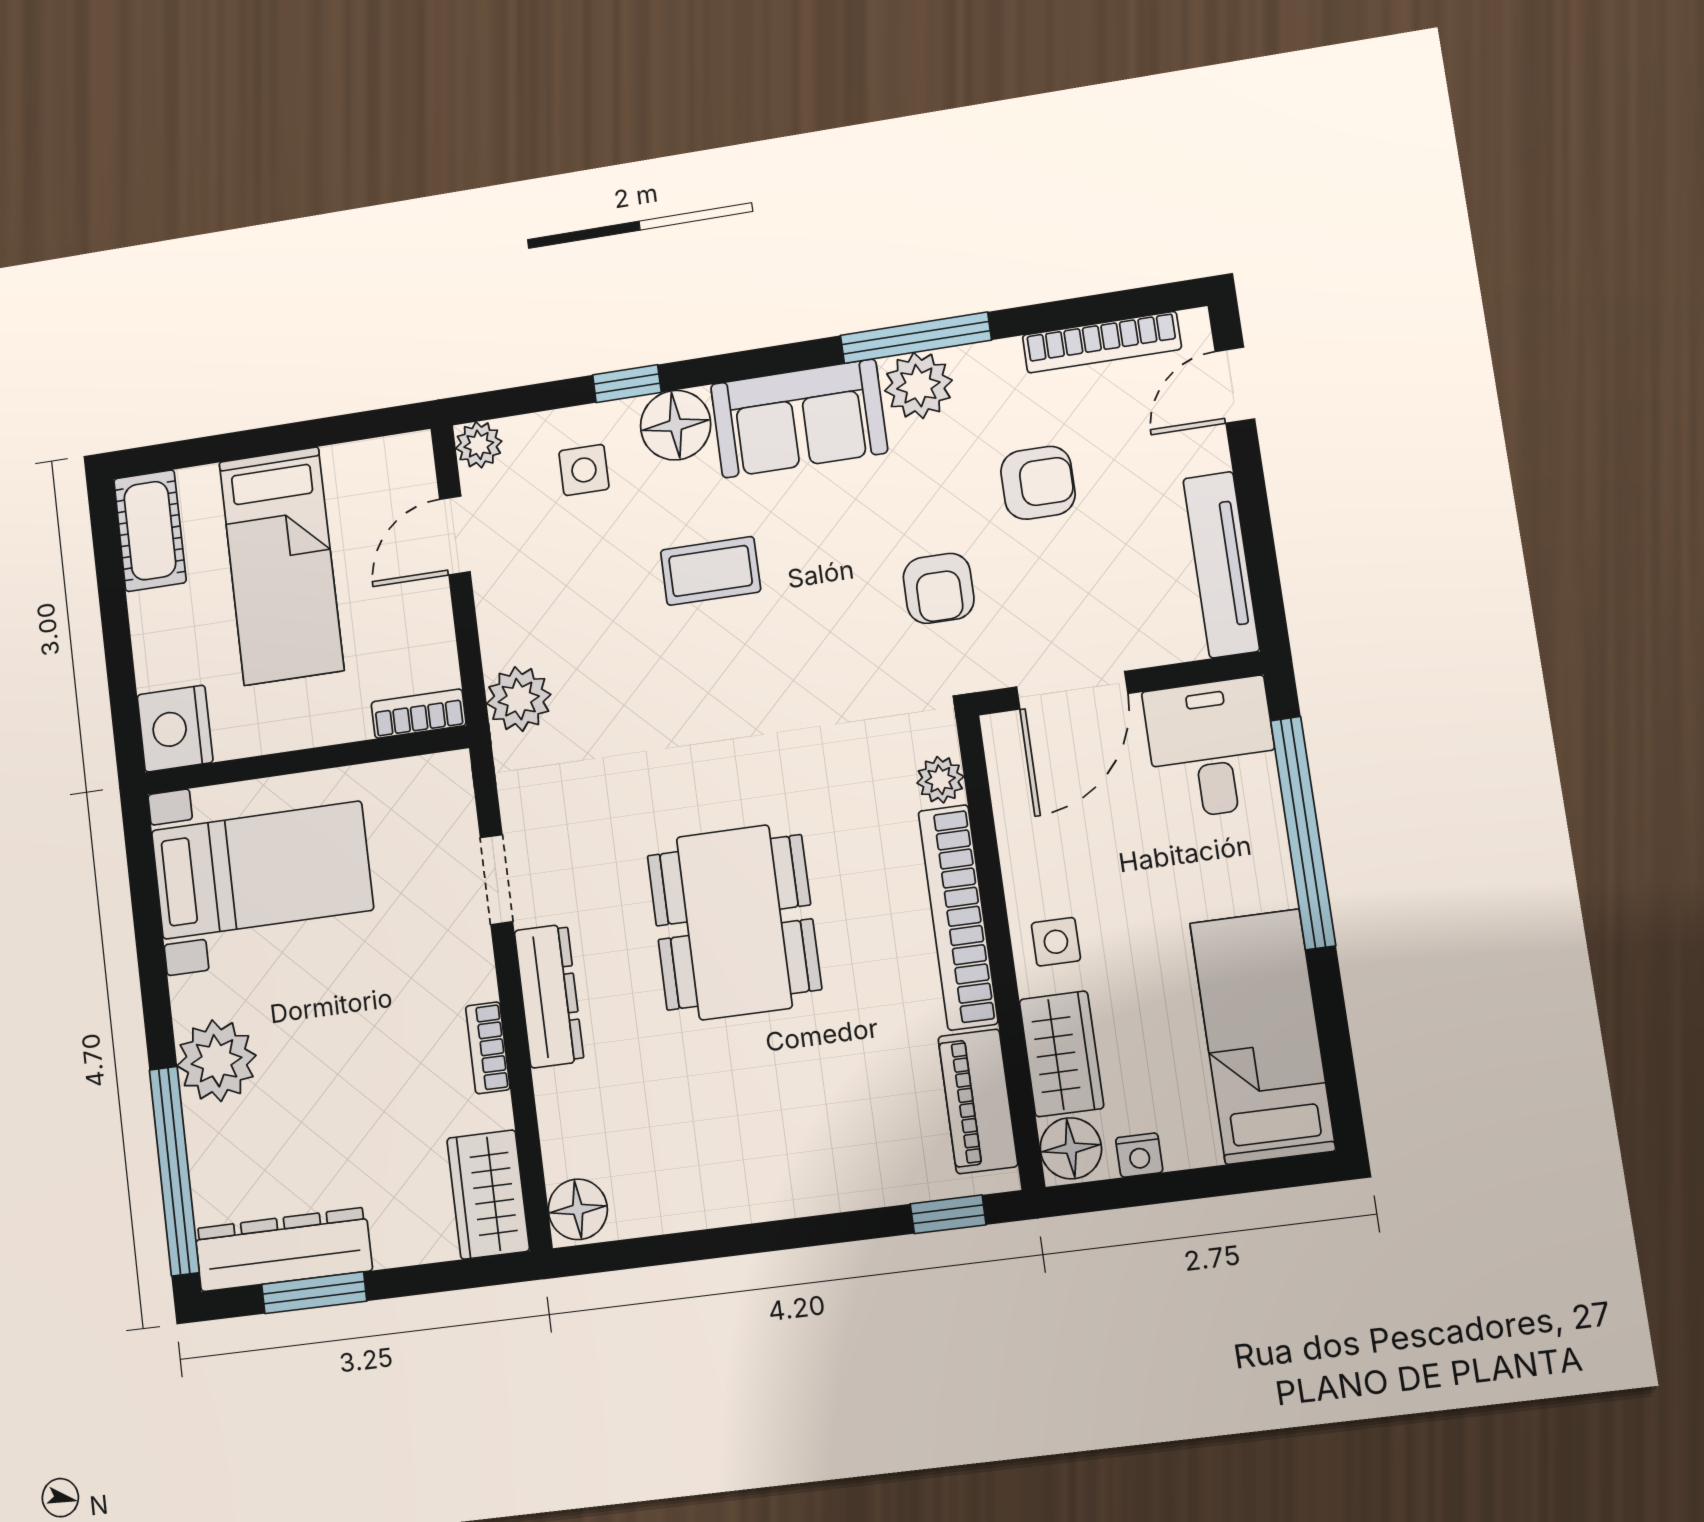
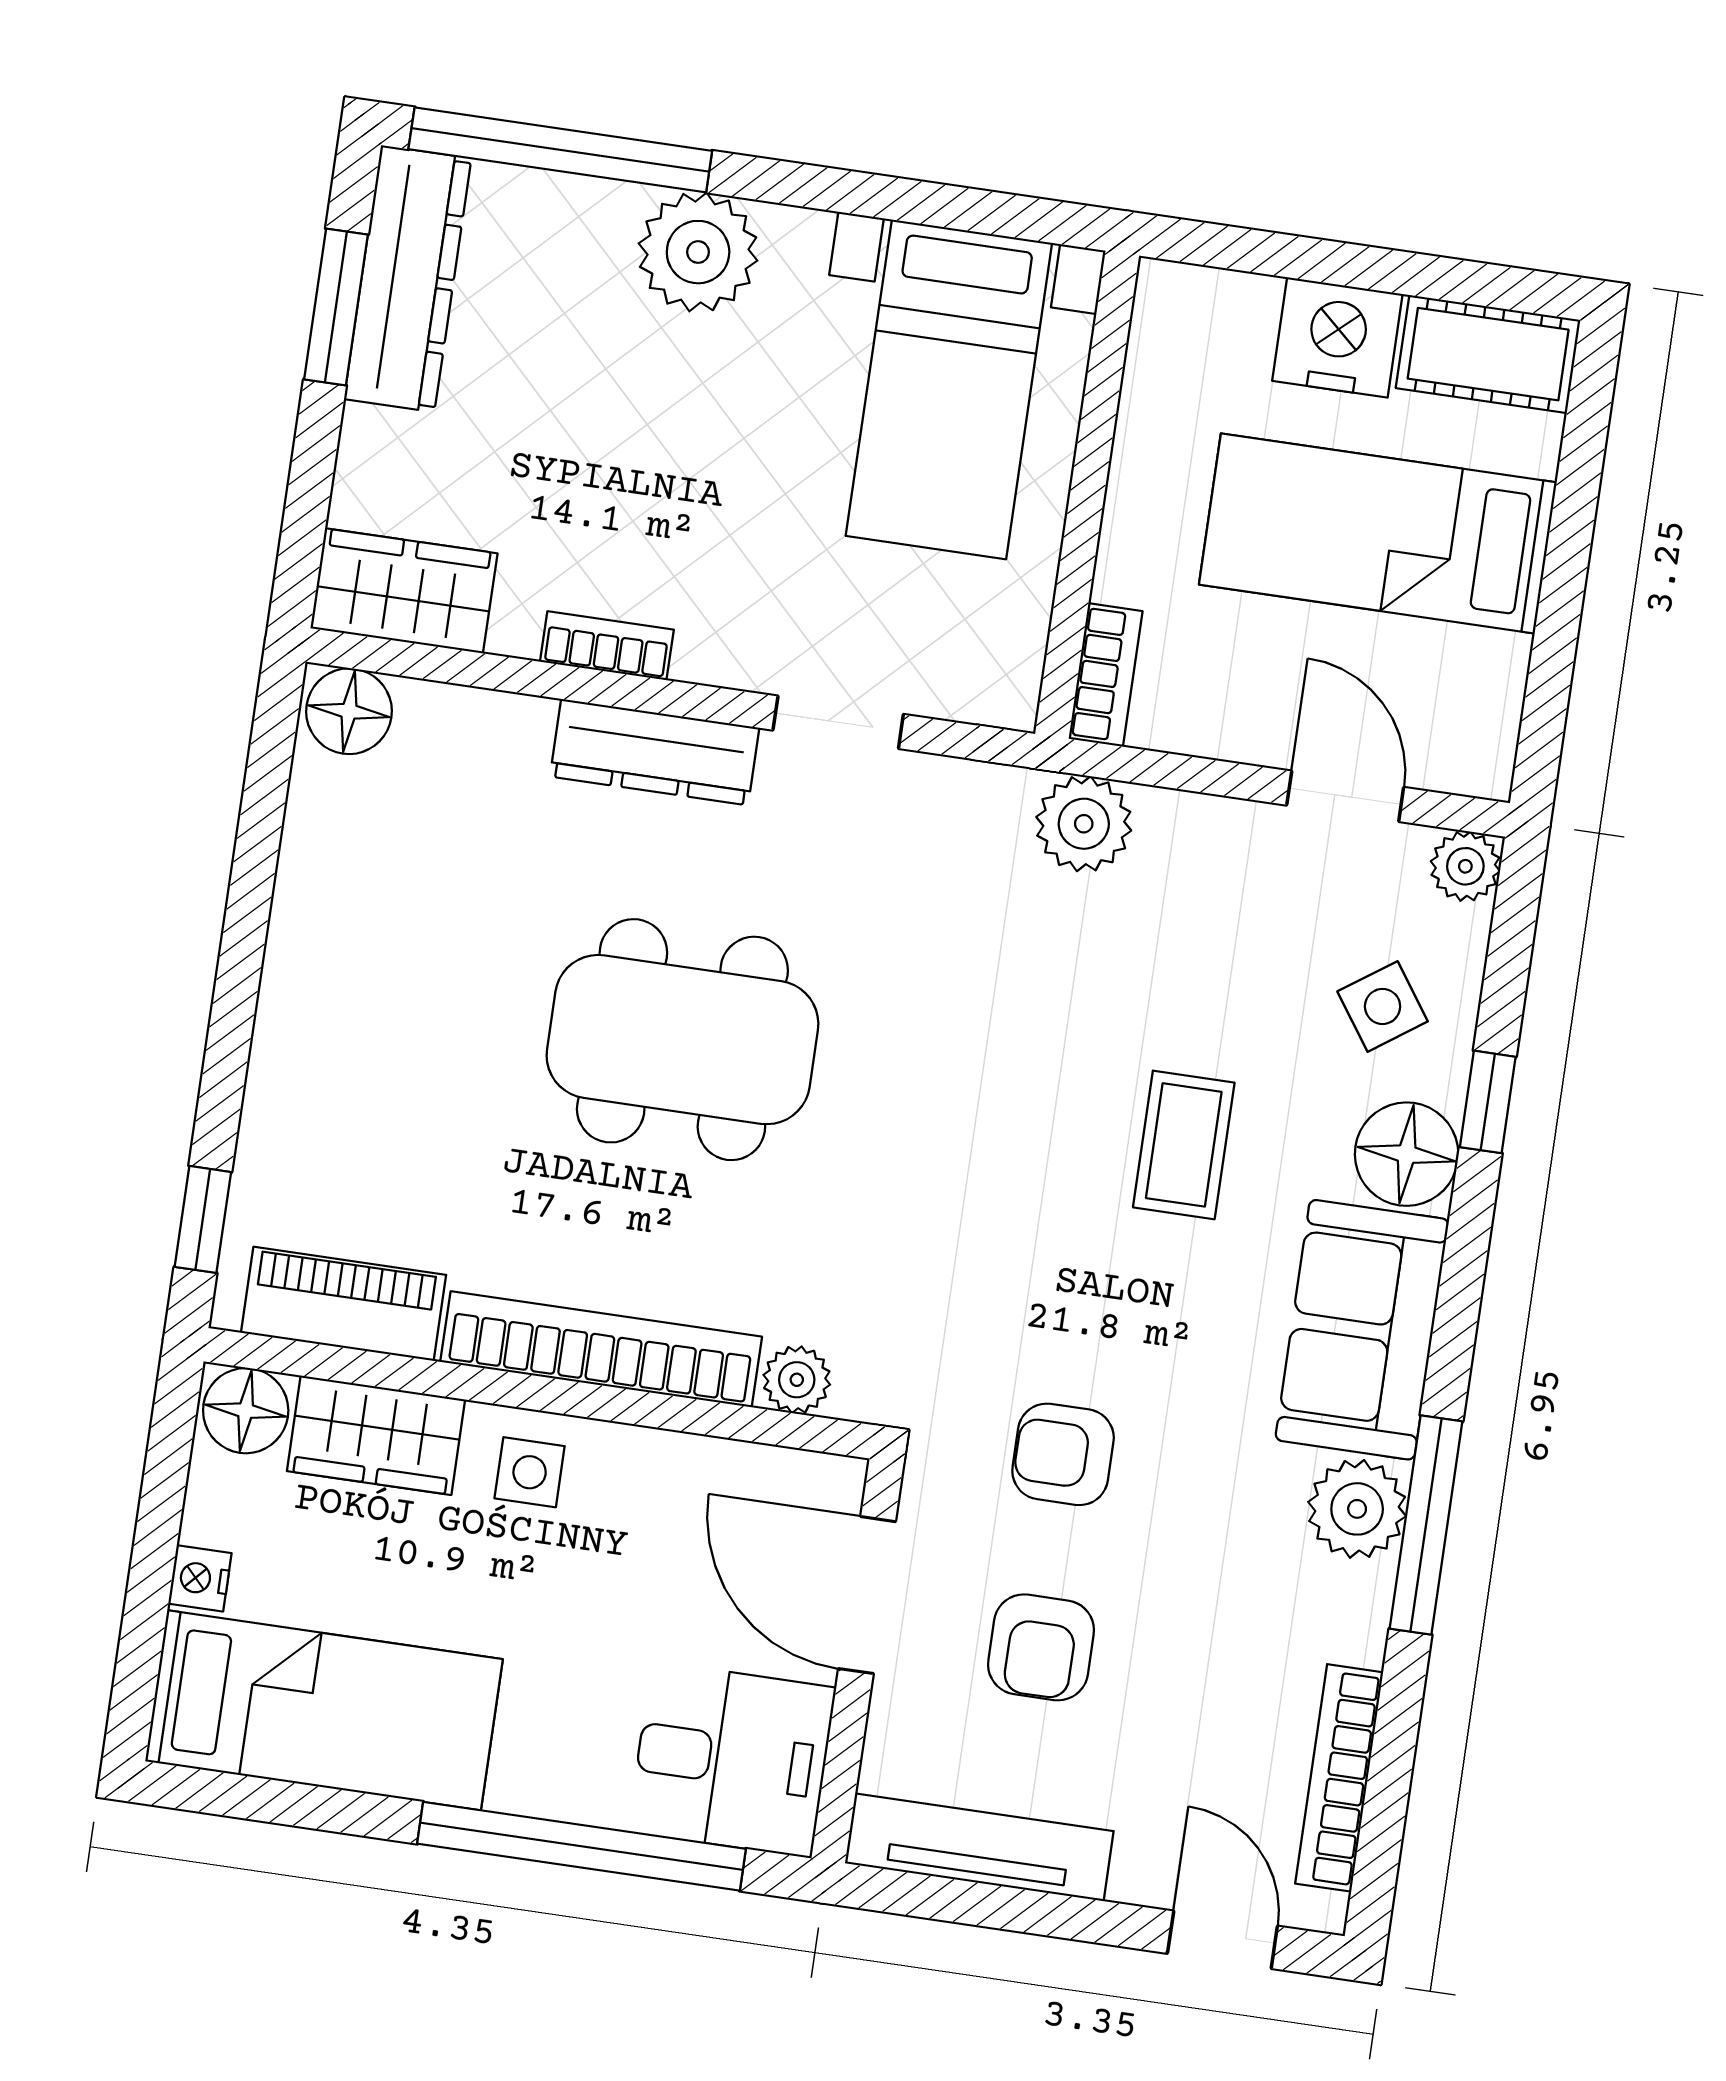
side table: (584, 470) -> (1383, 1006), turned -35
armchair: (1038, 483) -> (1041, 1647), moved
nightstand: (175, 729) -> (1337, 337), moved
nightstand: (1139, 1155) -> (200, 1578), moved

